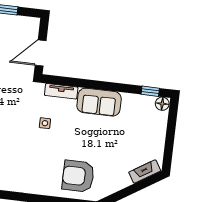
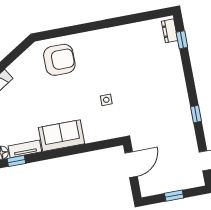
tv unit: (61, 91) -> (25, 149), moved

